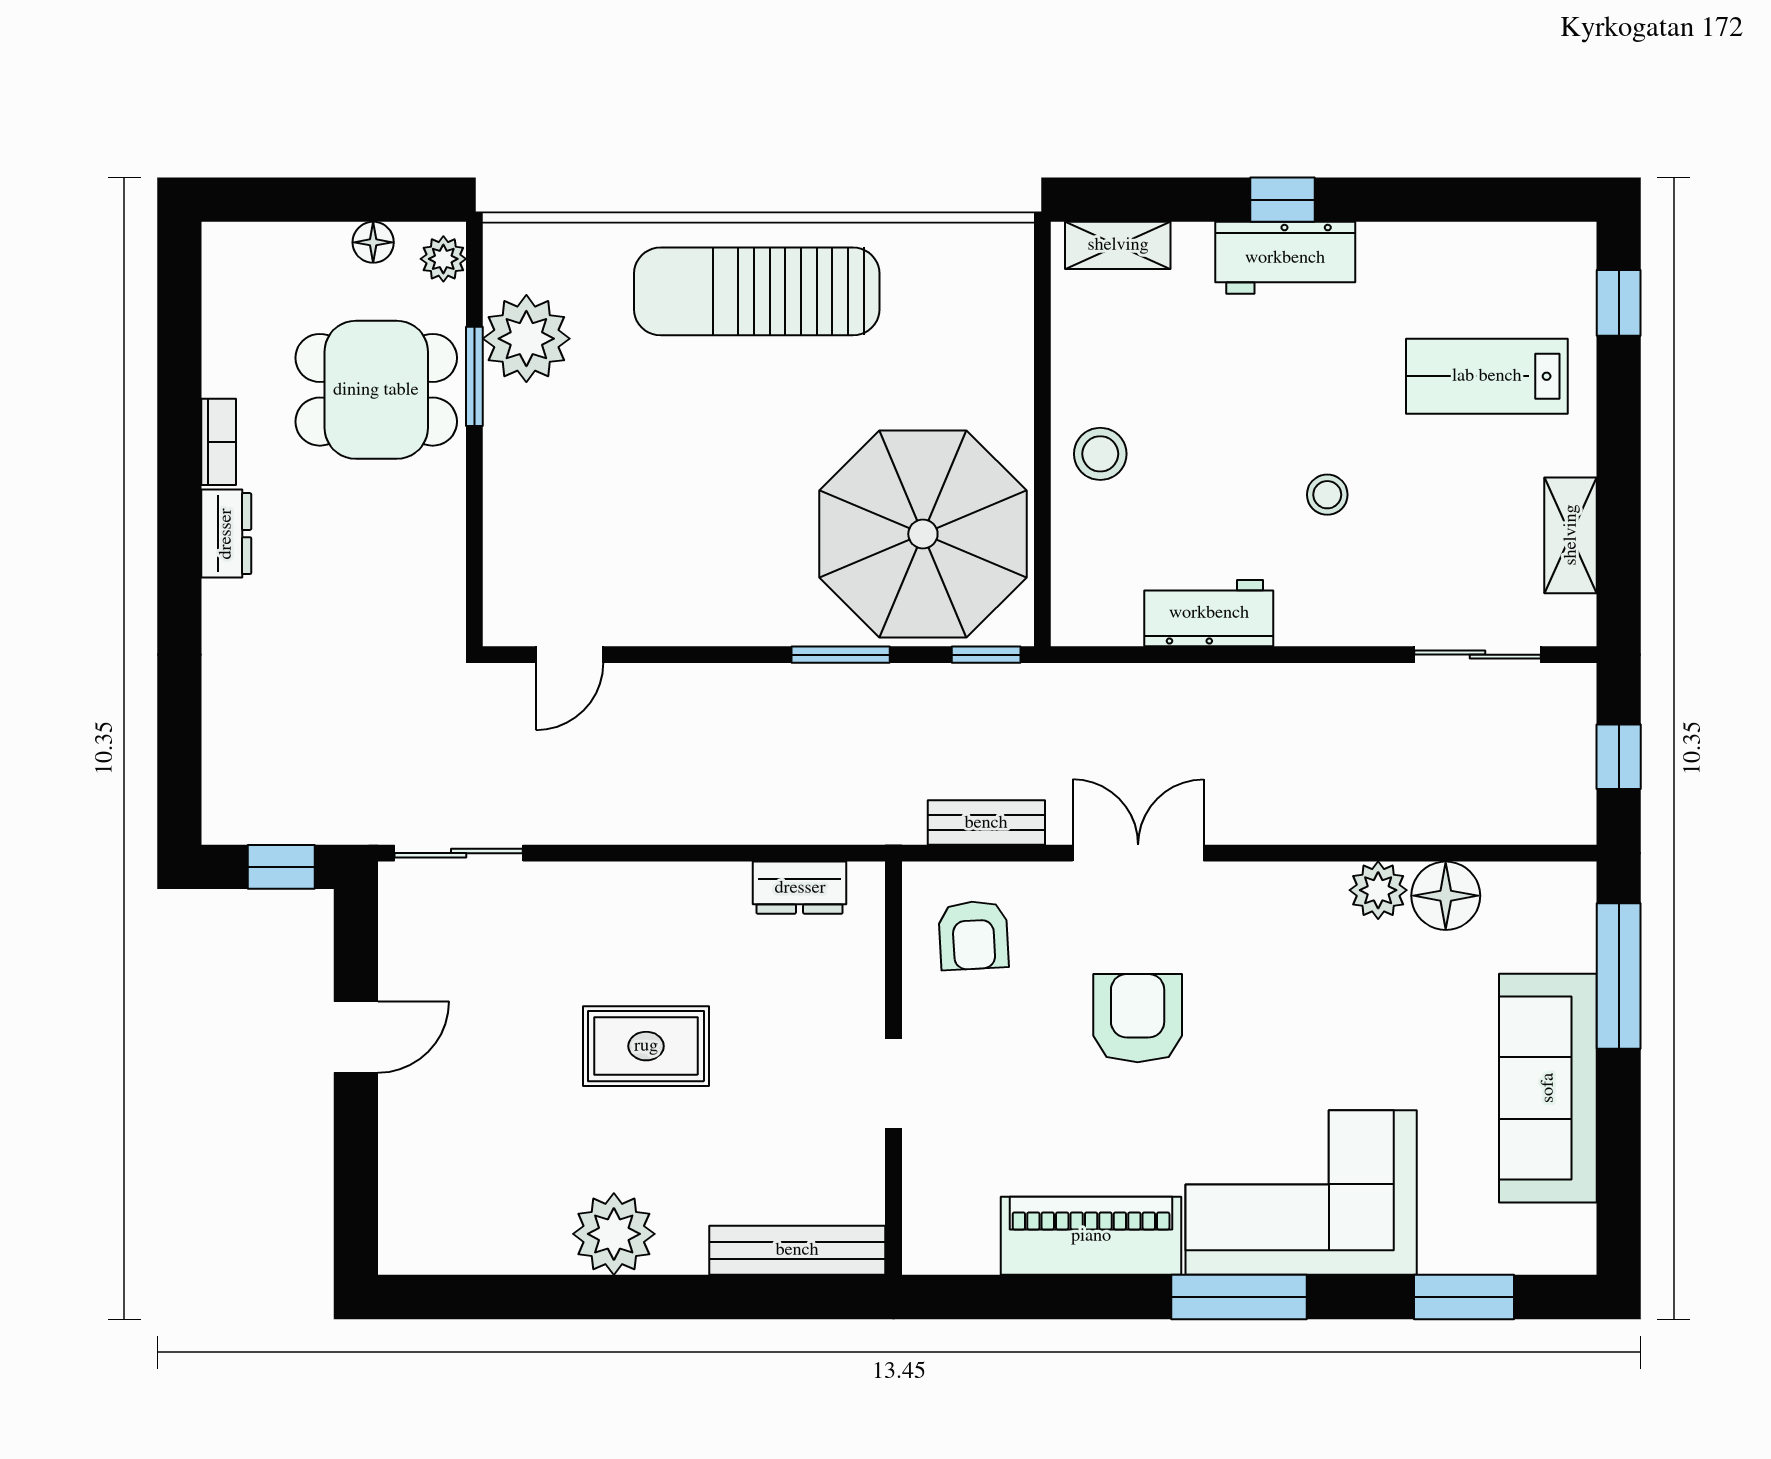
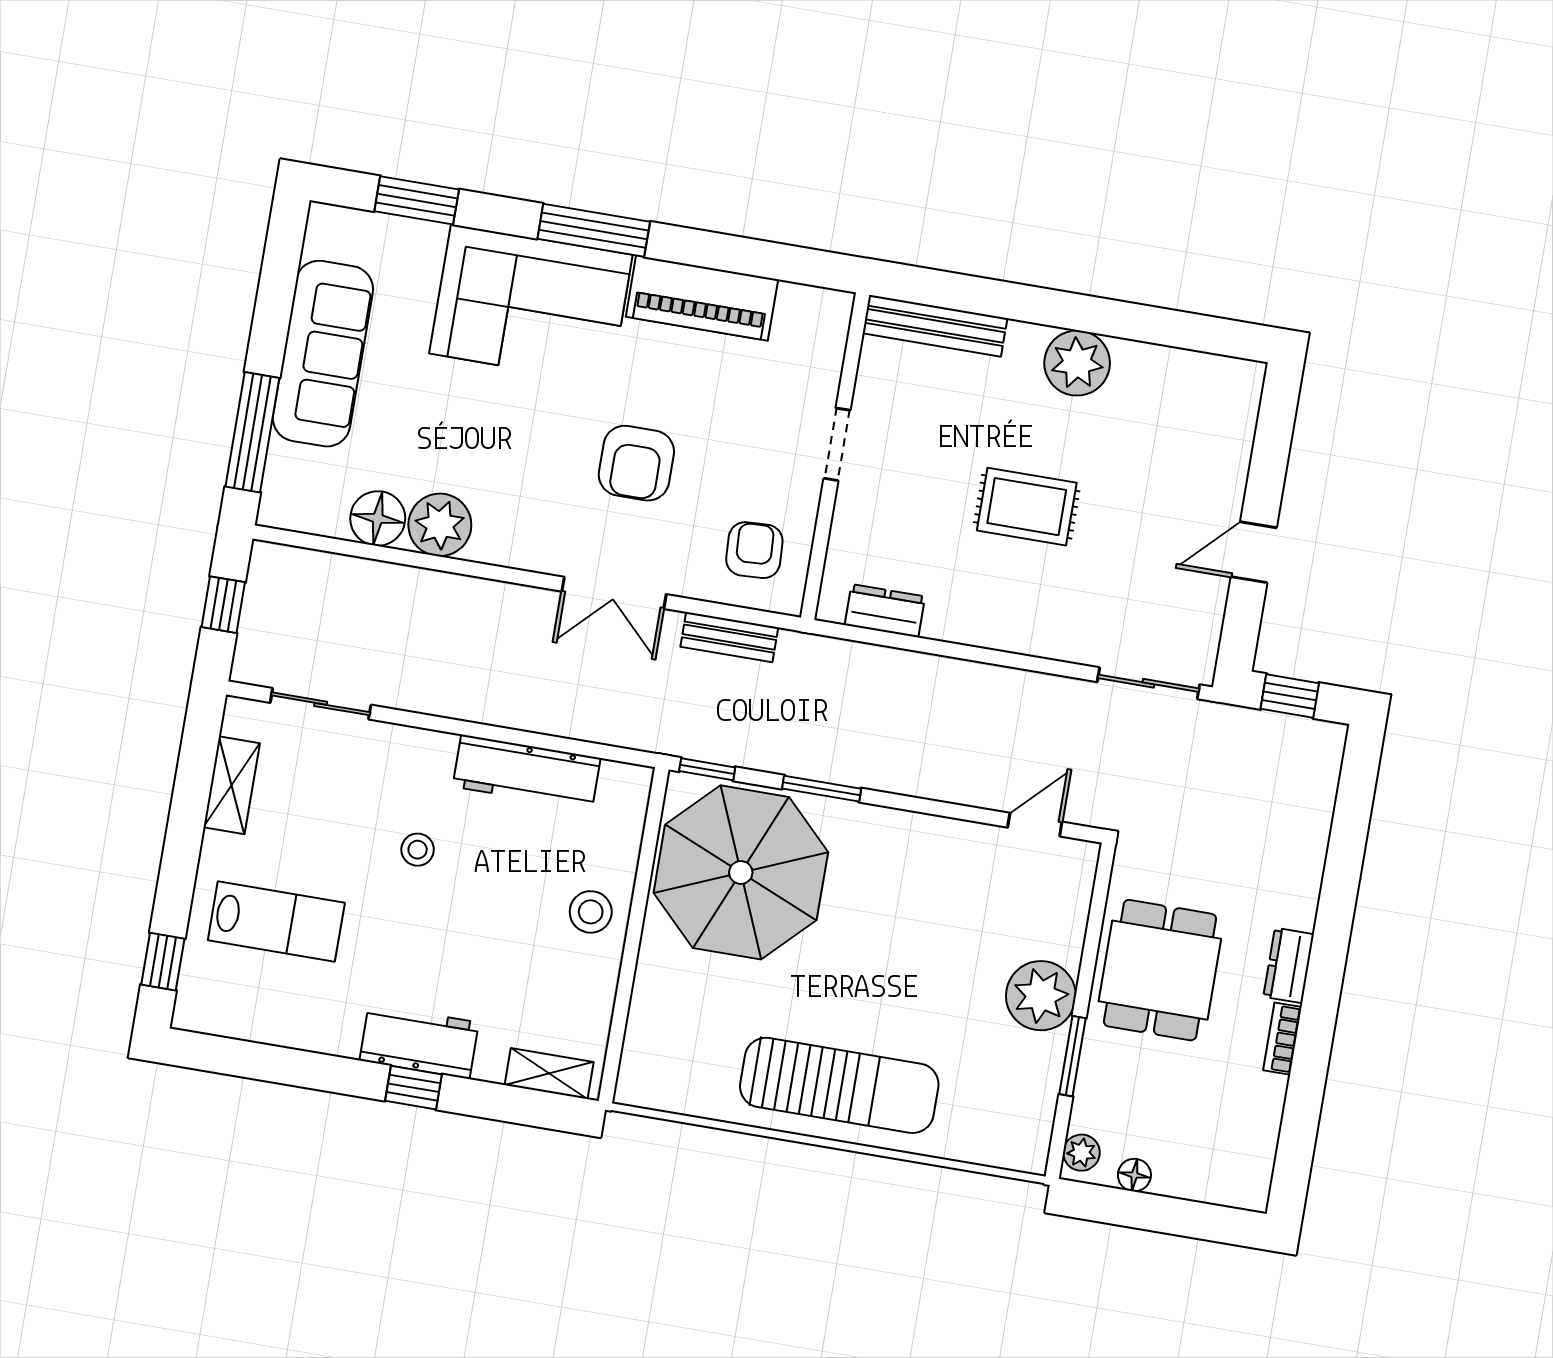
plant: (526, 339) -> (1041, 996), moved
dining table: (376, 390) -> (1160, 970), moved, turned 90
workbench: (1209, 613) -> (527, 772), width x1.38
plant: (1378, 890) -> (440, 525), width x1.36, depth x1.36

